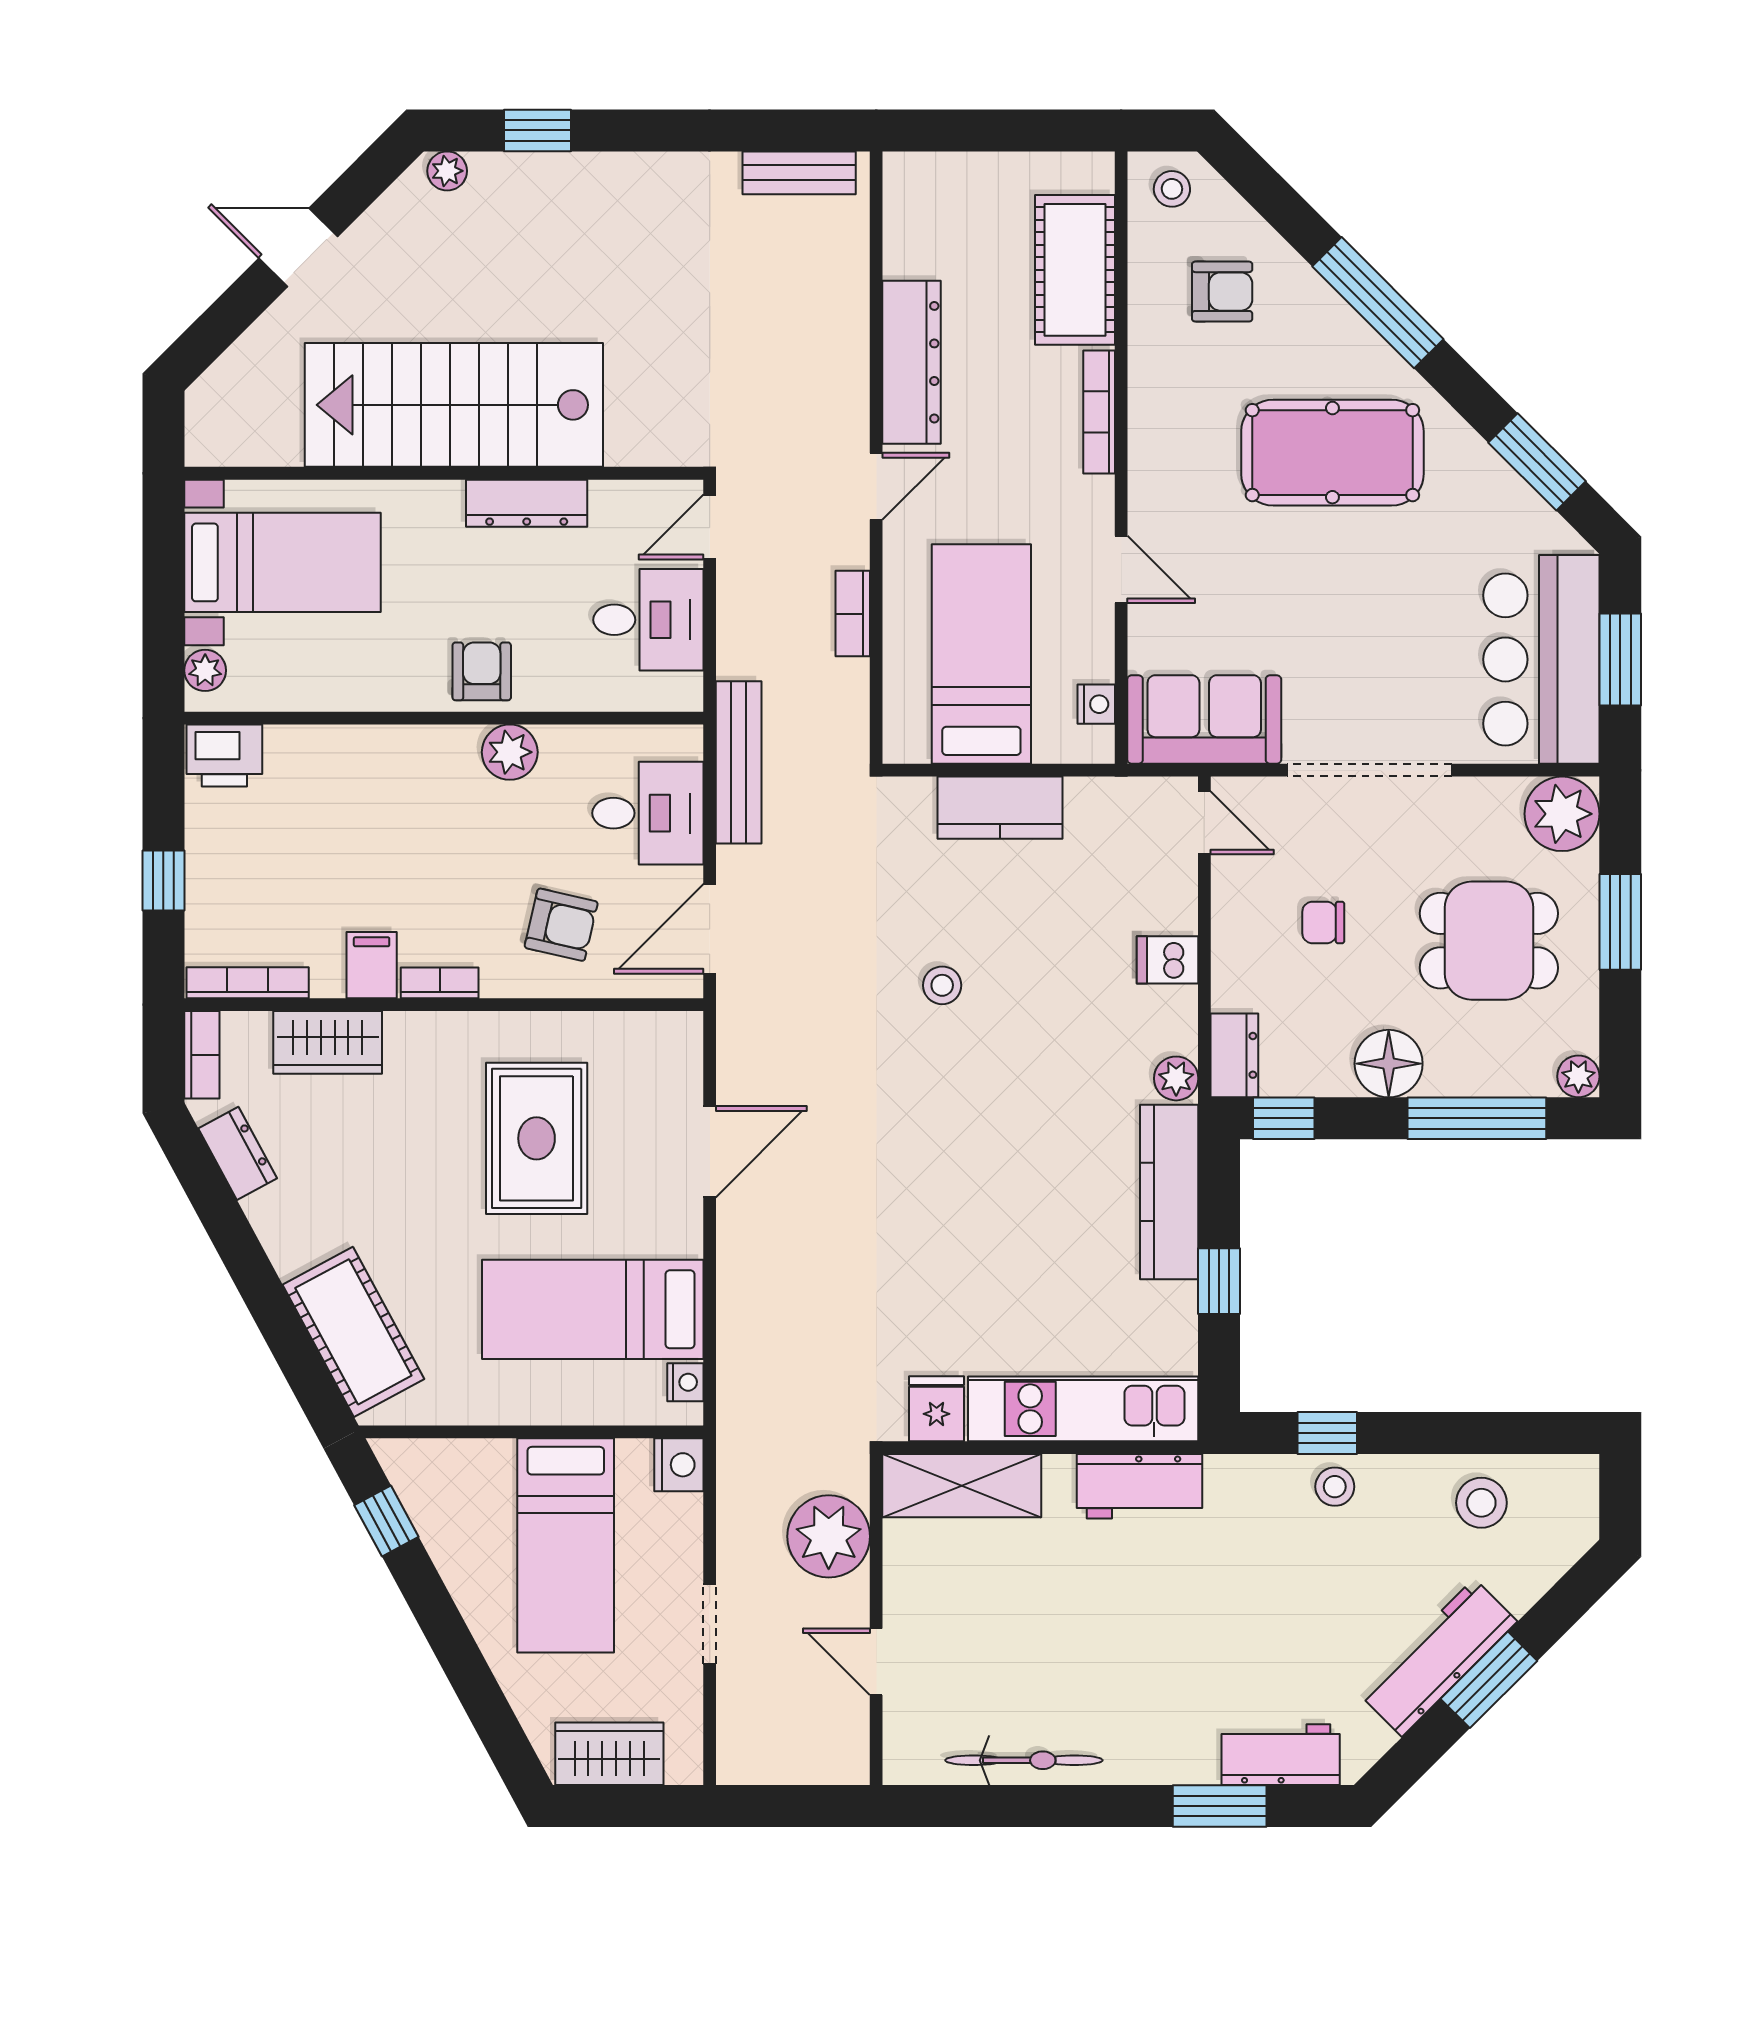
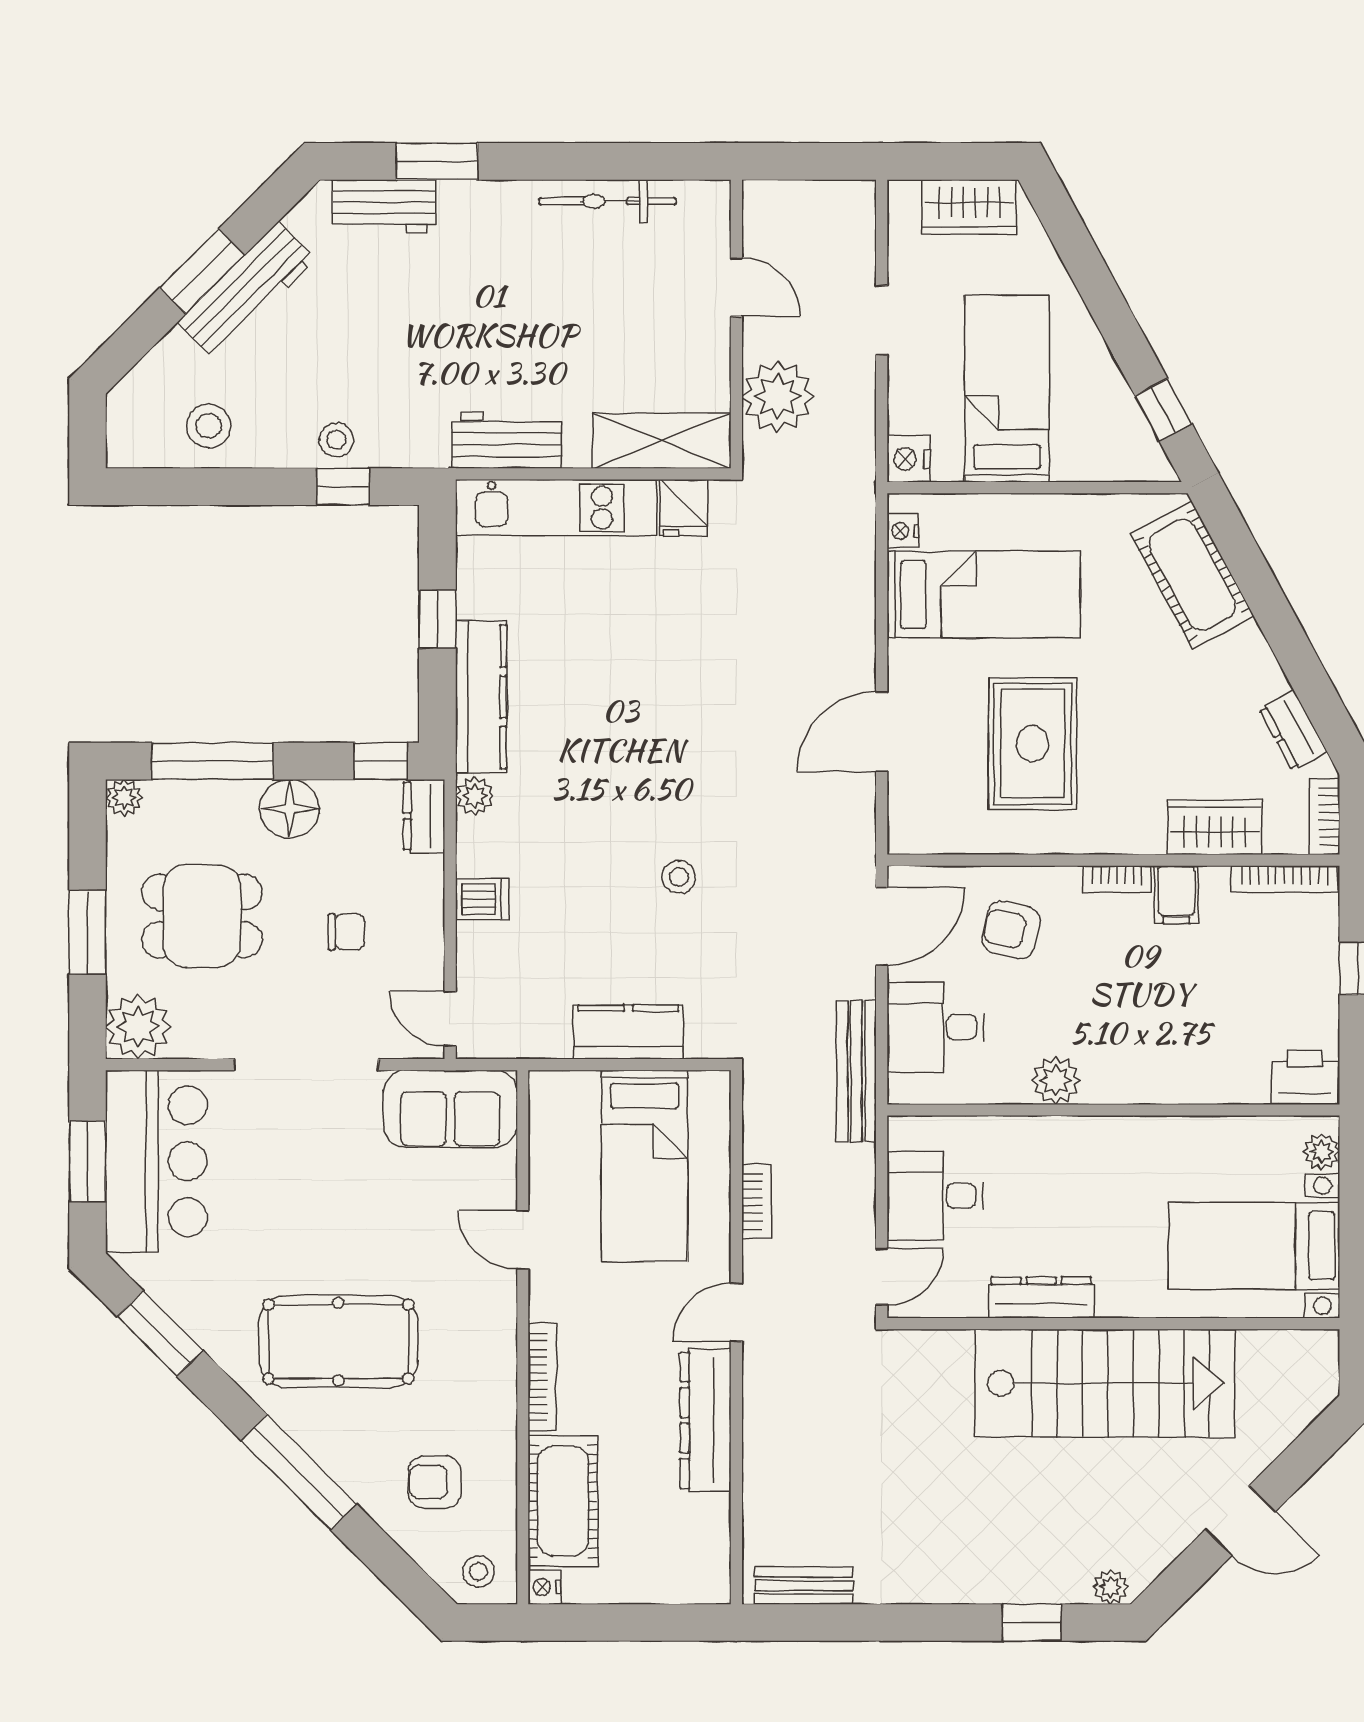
armchair: (482, 671) -> (1080, 1151), removed
nightstand: (1096, 704) -> (544, 1587), moved

